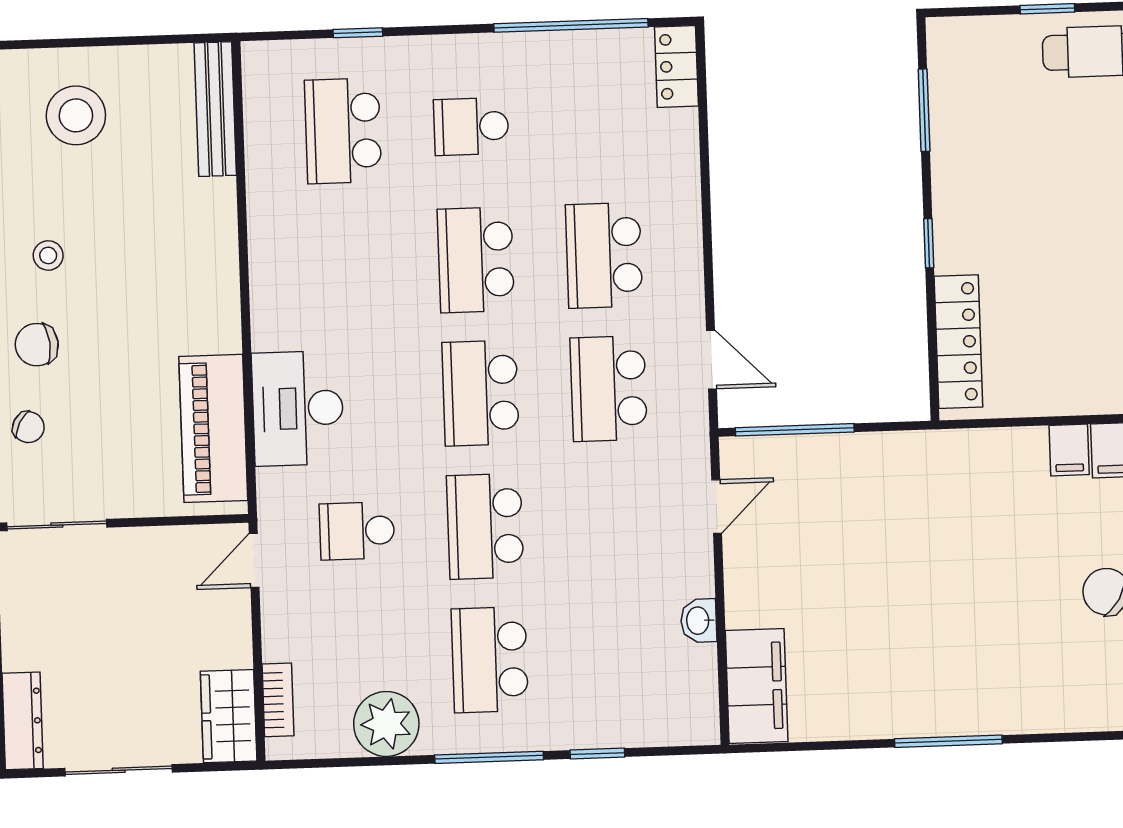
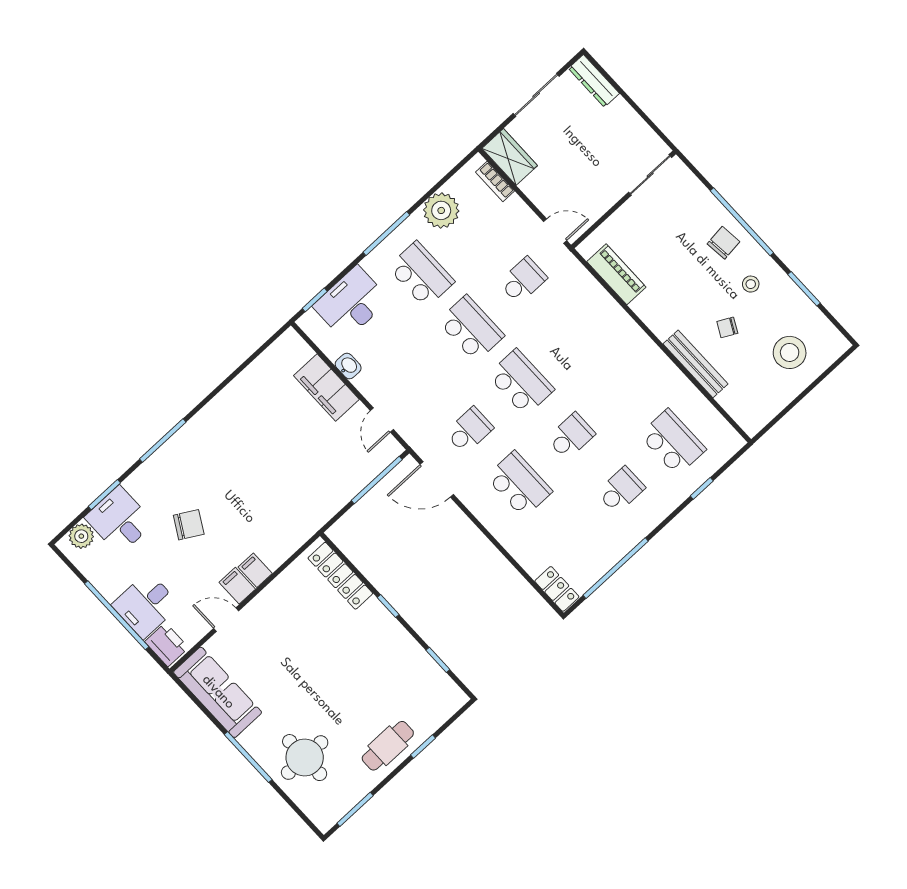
bench: (215, 109) -> (696, 364), moved
window: (924, 110) -> (438, 660), width x0.67
school desk: (476, 260) -> (571, 436), width x0.54
door: (711, 360) -> (437, 479), width x1.38
school desk: (609, 389) -> (469, 430), width x0.54
desk: (298, 408) -> (351, 303), moved, turned -90
chair: (28, 427) -> (727, 327), moved
piano: (213, 428) -> (616, 274), width x0.73, depth x0.75
door: (254, 560) -> (555, 231), hinge flipped
filing cabinet: (757, 686) -> (326, 387), moved
window: (948, 741) -> (163, 441), moved
window: (597, 754) -> (315, 300), moved

